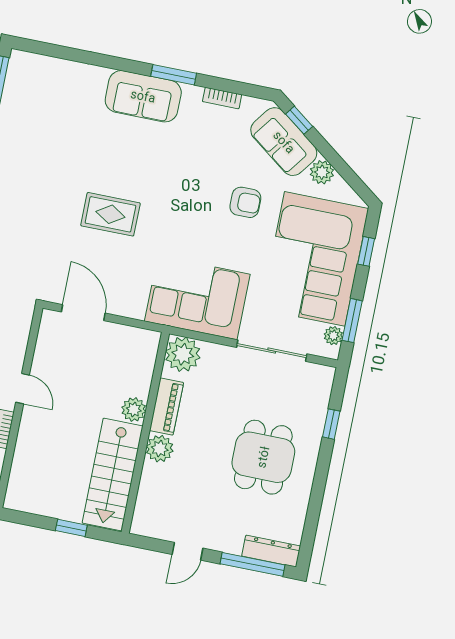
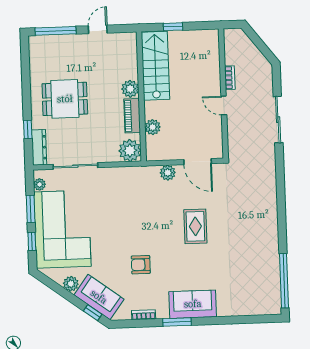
armchair: (245, 202) -> (141, 265), moved
rug: (110, 214) -> (195, 226), turned 90
corner sofa: (197, 298) -> (129, 188), removed
plant: (133, 307) -> (168, 173), added
window: (352, 321) -> (31, 209), moved
plant: (134, 410) -> (153, 127), moved
dining table: (263, 457) -> (65, 99), turned 90
dresser: (271, 551) -> (39, 147), moved, turned -90

